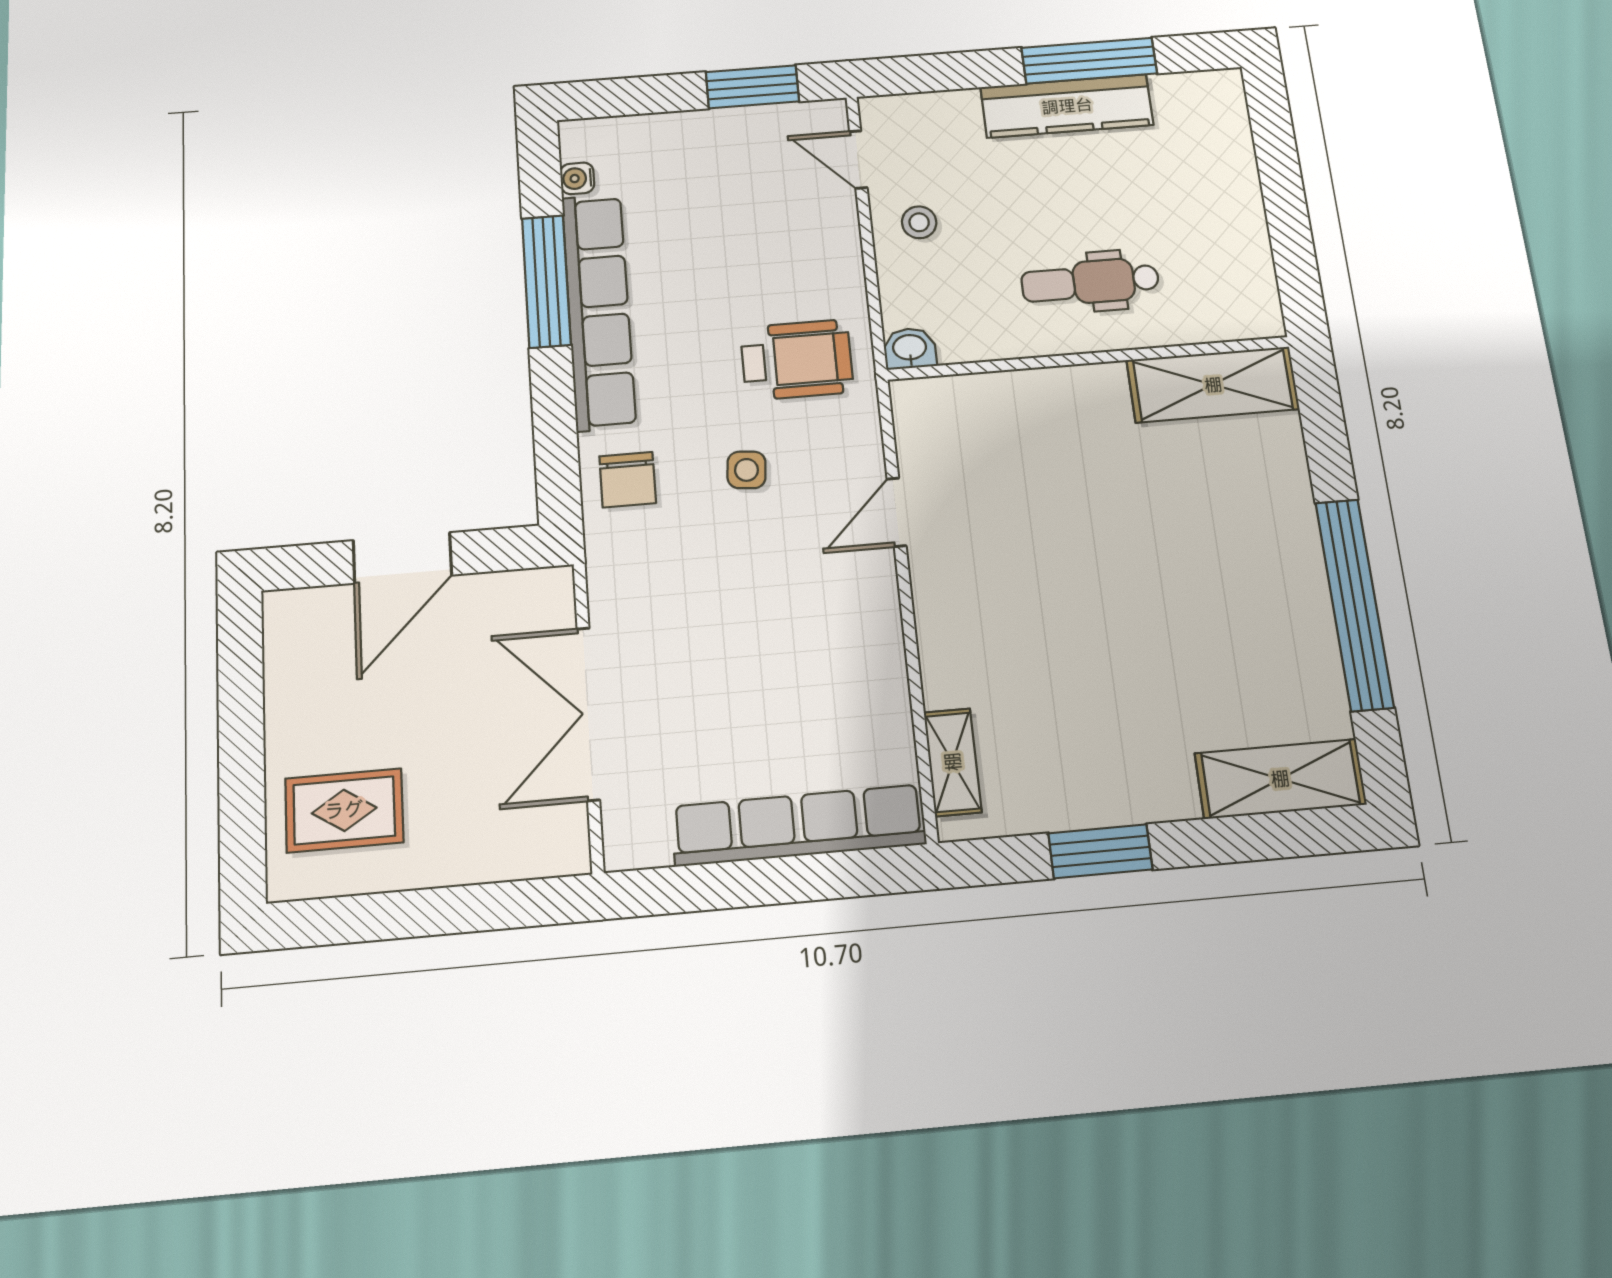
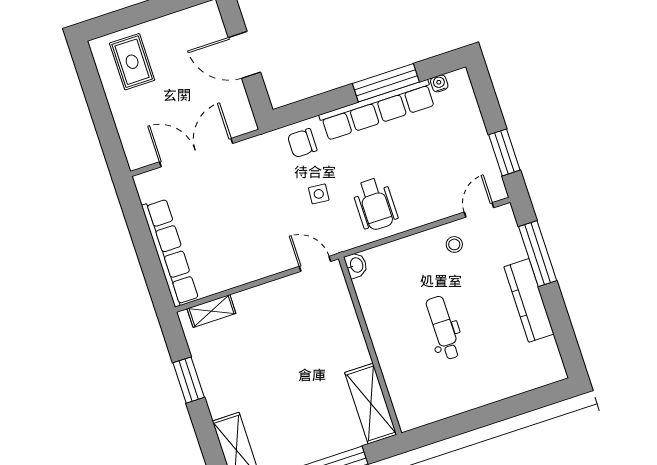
window: (1089, 61) -> (538, 254), moved
washbasin: (910, 348) -> (356, 265), moved
wall: (1088, 358) -> (370, 346), moved
shelving: (1213, 385) -> (371, 404), moved

